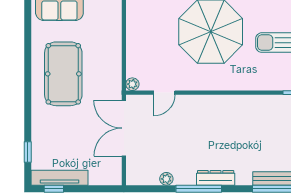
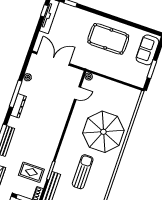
door: (164, 93) -> (77, 93), swing flipped
double door: (124, 128) -> (53, 59), moved

